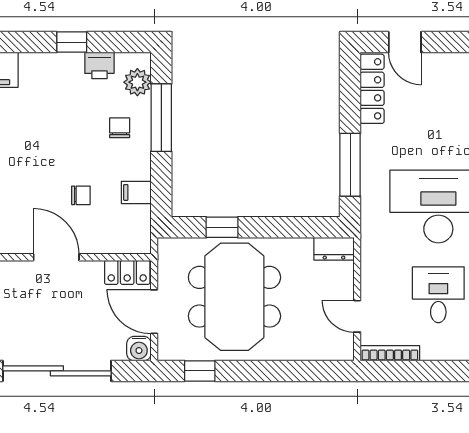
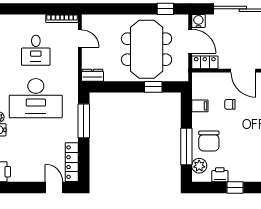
chair: (120, 128) -> (209, 141), width x1.87, depth x1.87

